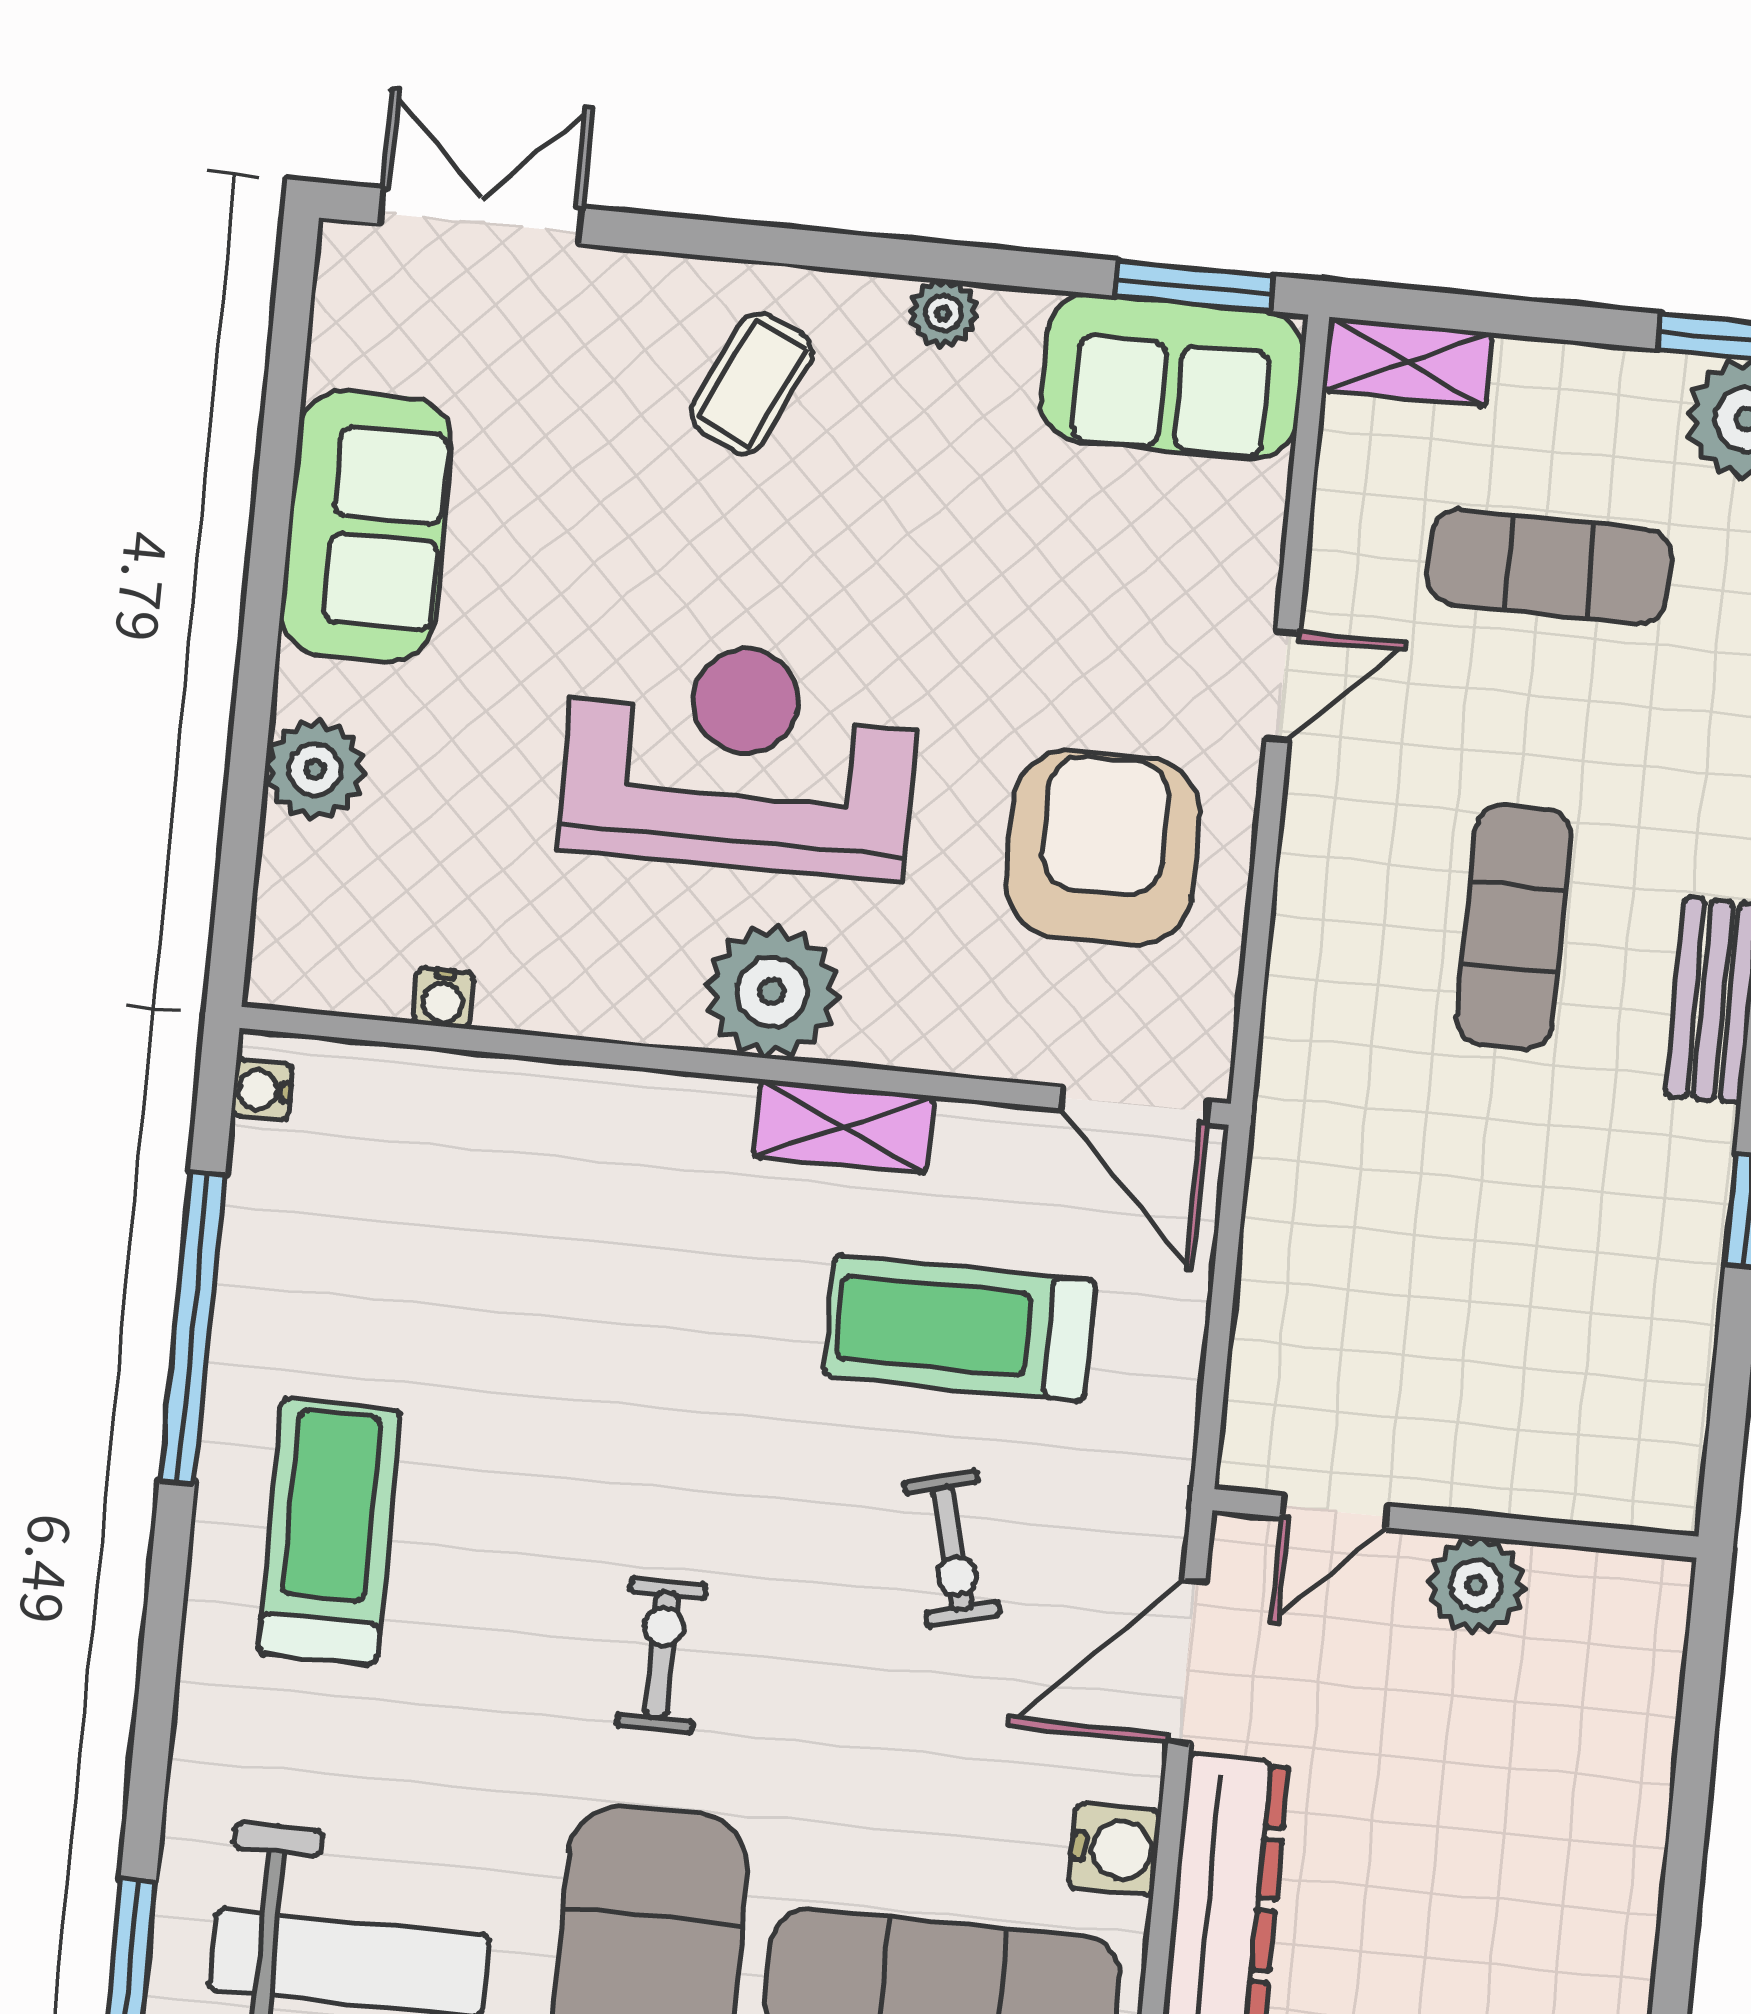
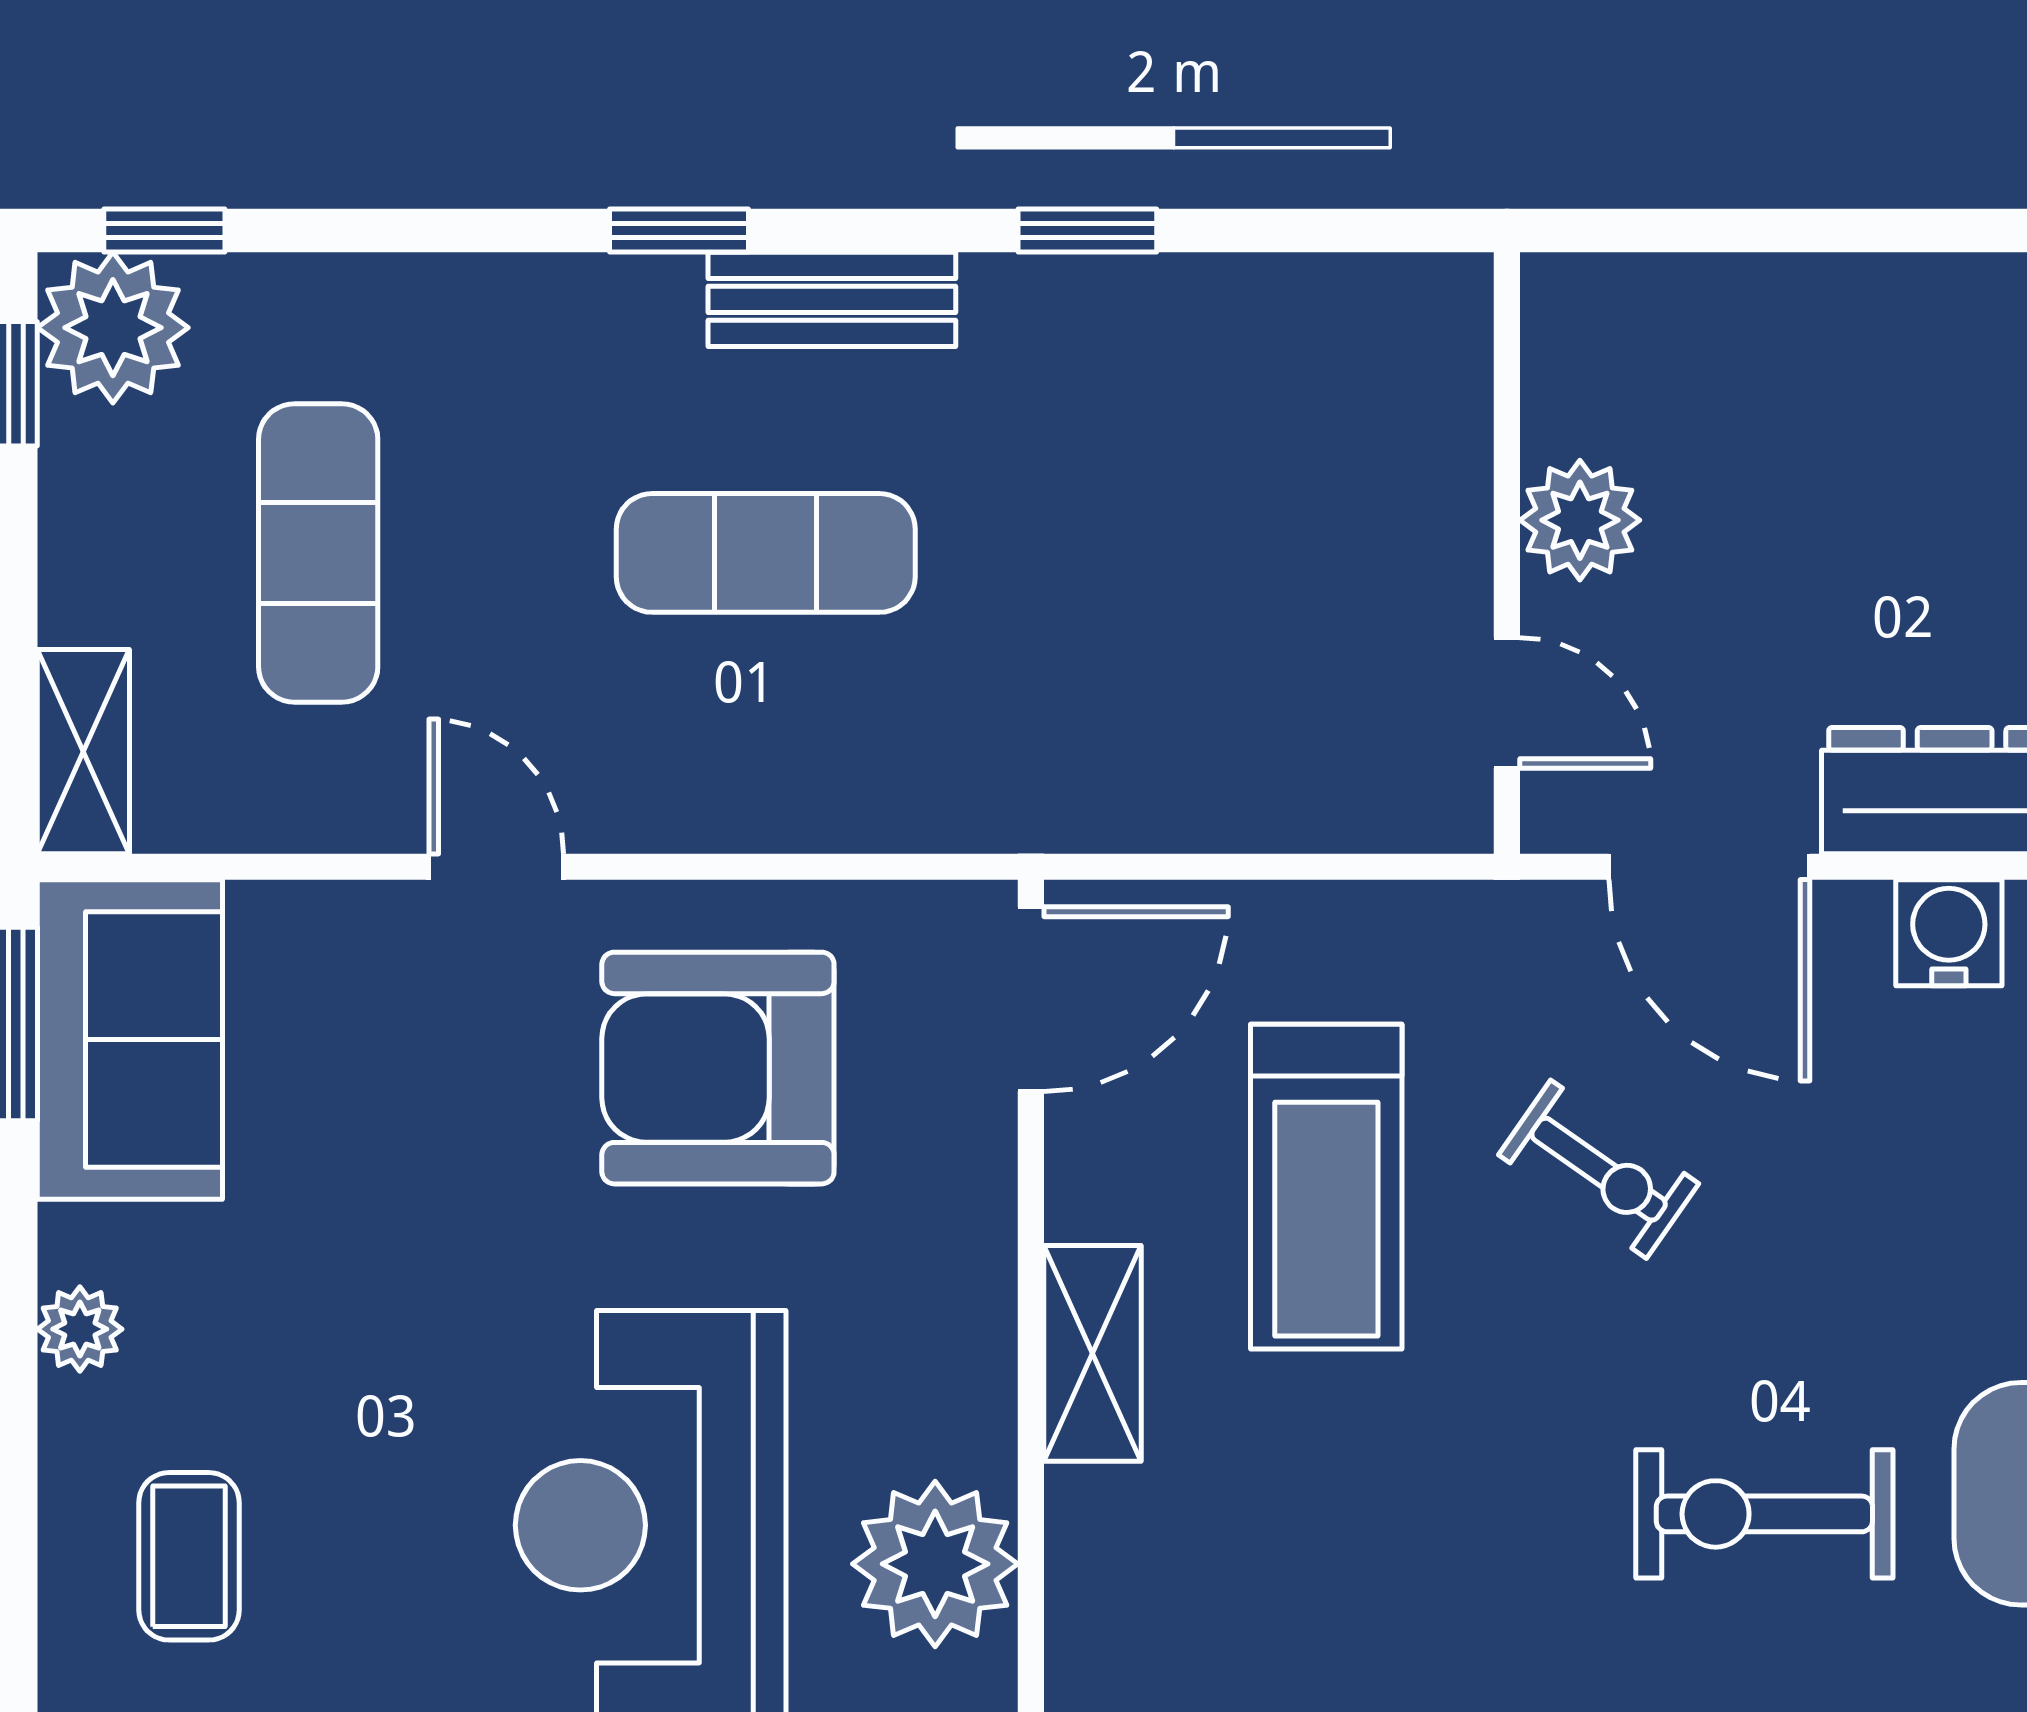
coffee table: (752, 383) -> (189, 1556), turned 65
plant: (772, 992) -> (935, 1564), moved
exercise bike: (952, 1549) -> (1599, 1169), turned 50
exercise bike: (661, 1655) -> (1764, 1514), width x1.38, depth x1.39

